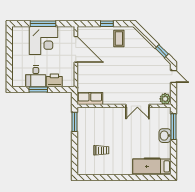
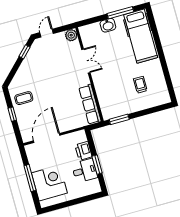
corner desk: (44, 40) -> (49, 183), moved
row of seats: (90, 98) -> (90, 104), width x1.48
window: (173, 127) -> (120, 13), moved
hospital bed: (152, 166) -> (141, 36), width x1.37, depth x1.29

